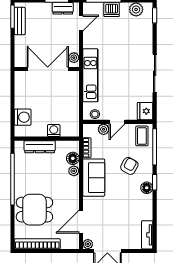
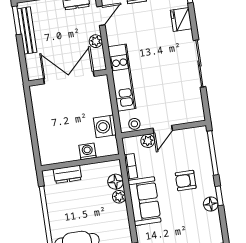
bench: (20, 21) -> (27, 30), width x1.36
plant: (74, 58) -> (96, 41), moved
fridge: (145, 111) -> (181, 19), moved
washing machine: (23, 117) -> (105, 126), moved, turned 180
coffee table: (142, 136) -> (196, 142), removed
dresser: (40, 147) -> (67, 174), width x0.70
armchair: (129, 166) -> (186, 181), turned -119

